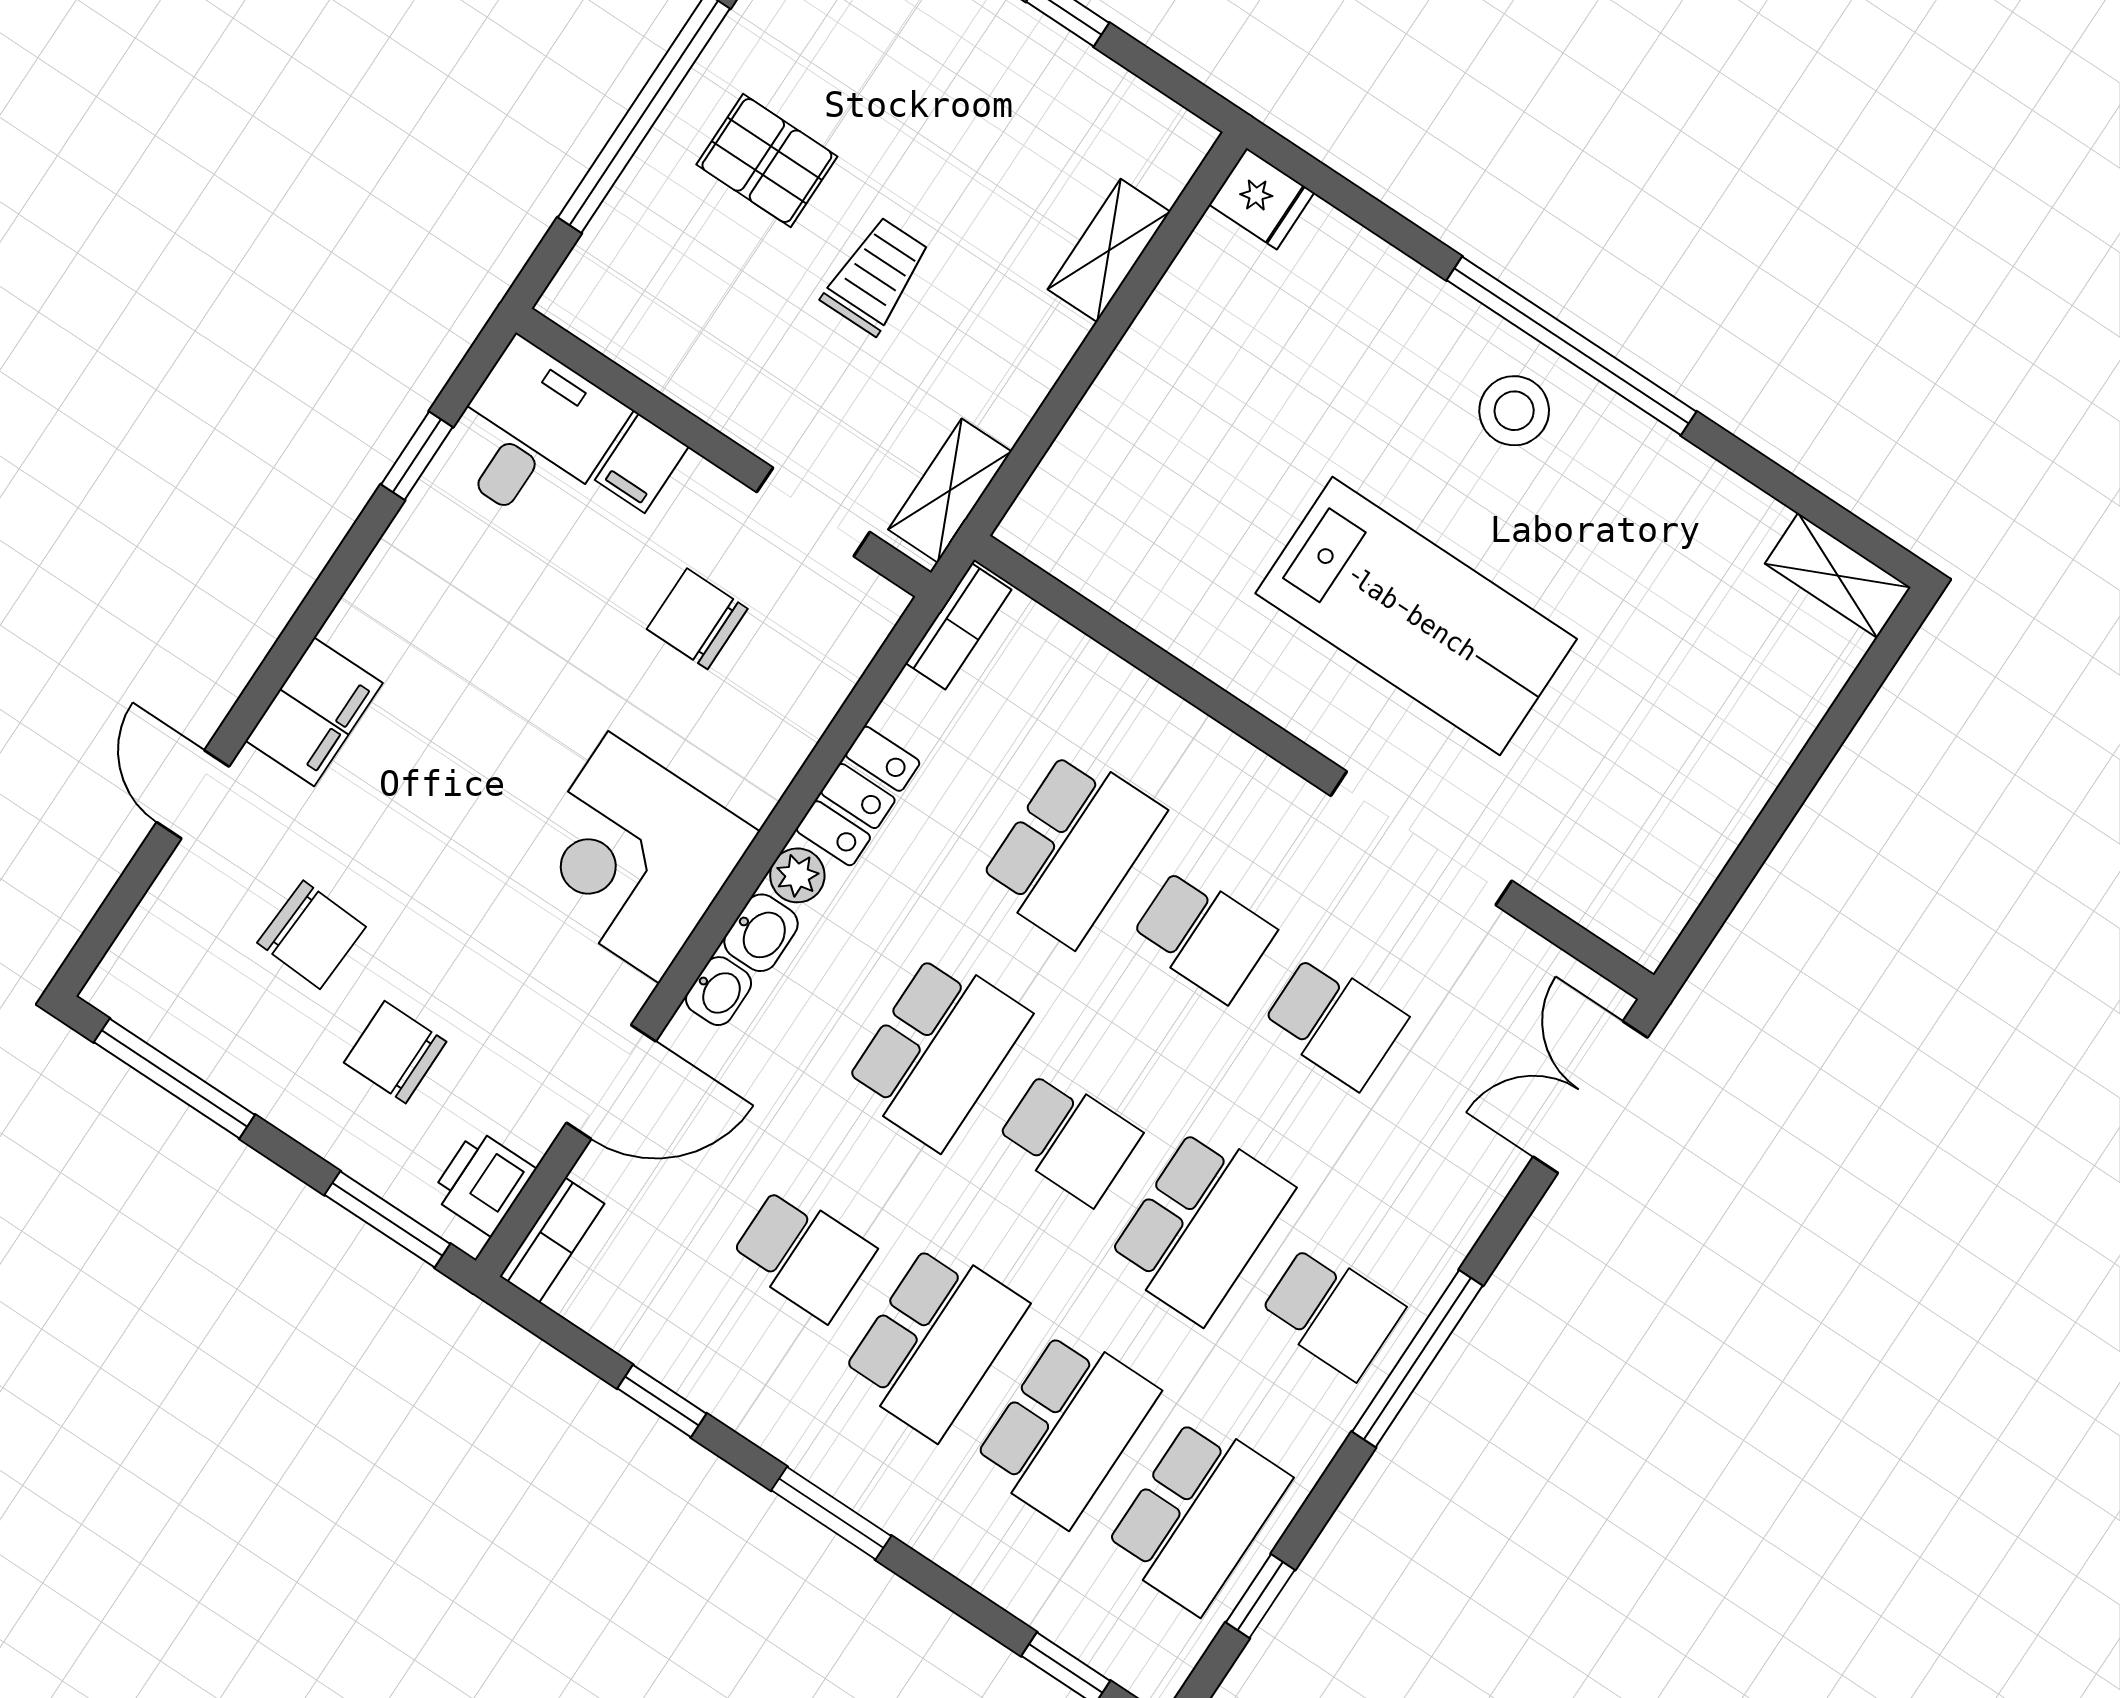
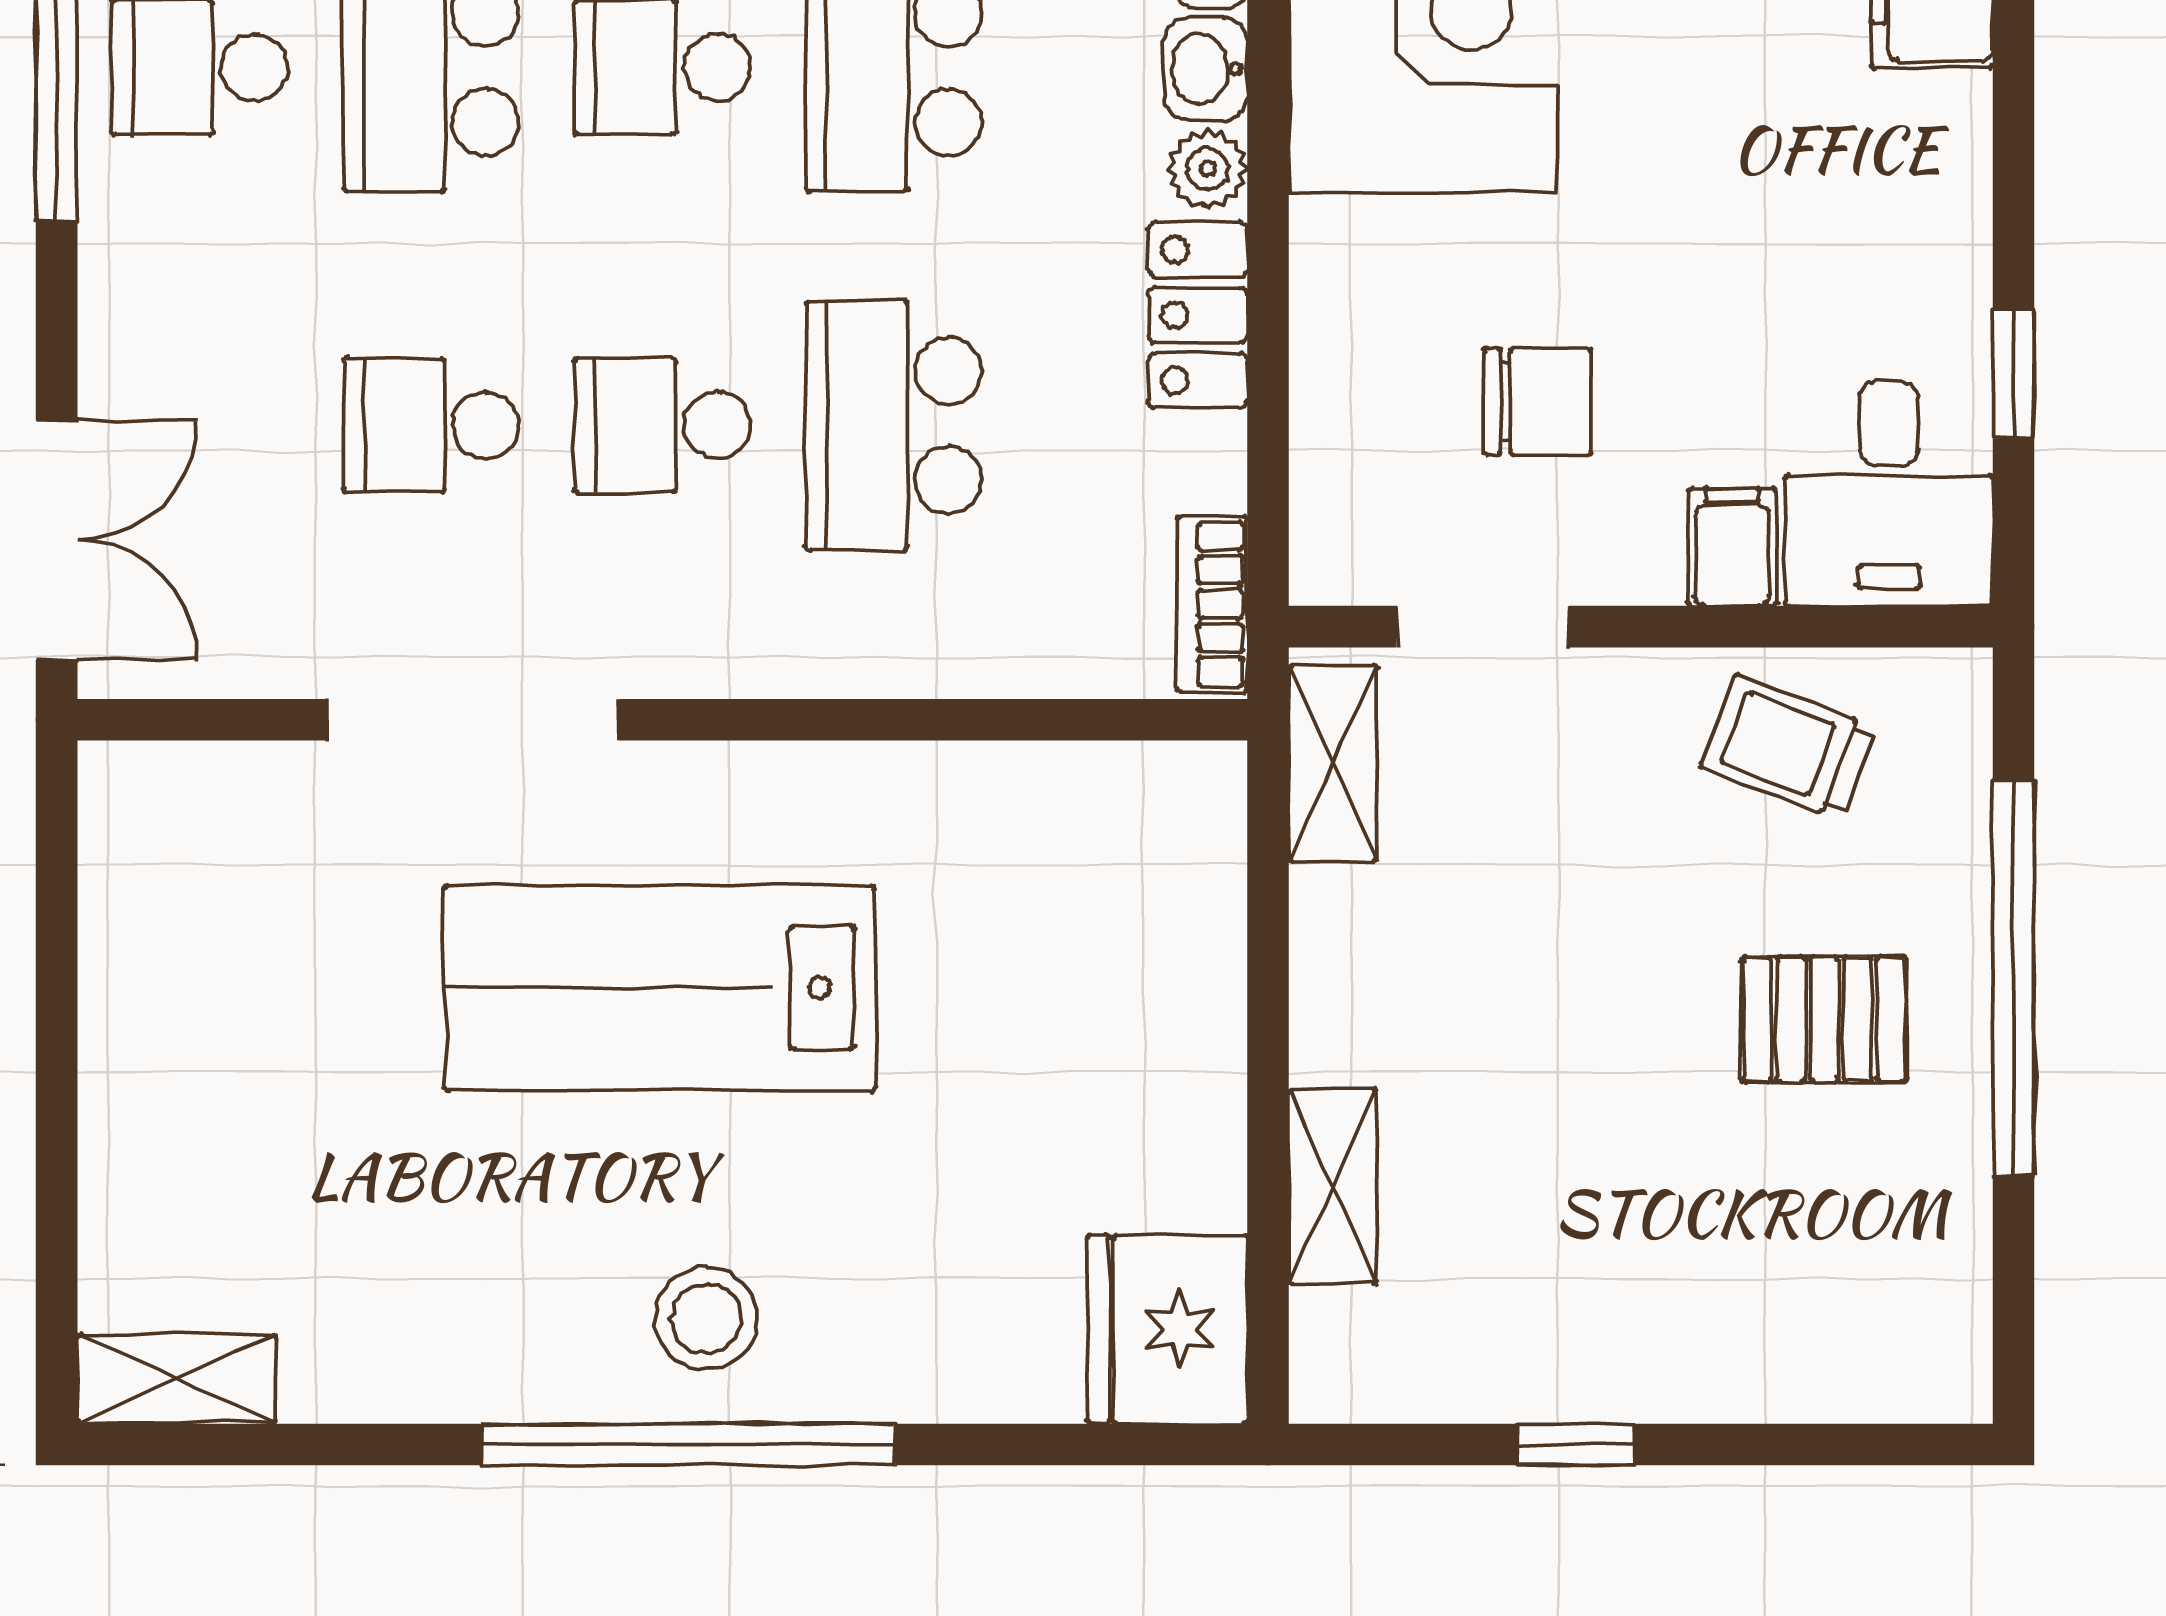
fridge: (1262, 199) -> (1167, 1329), width x1.88, depth x1.34
trolley: (876, 276) -> (1788, 747), moved, turned 111

